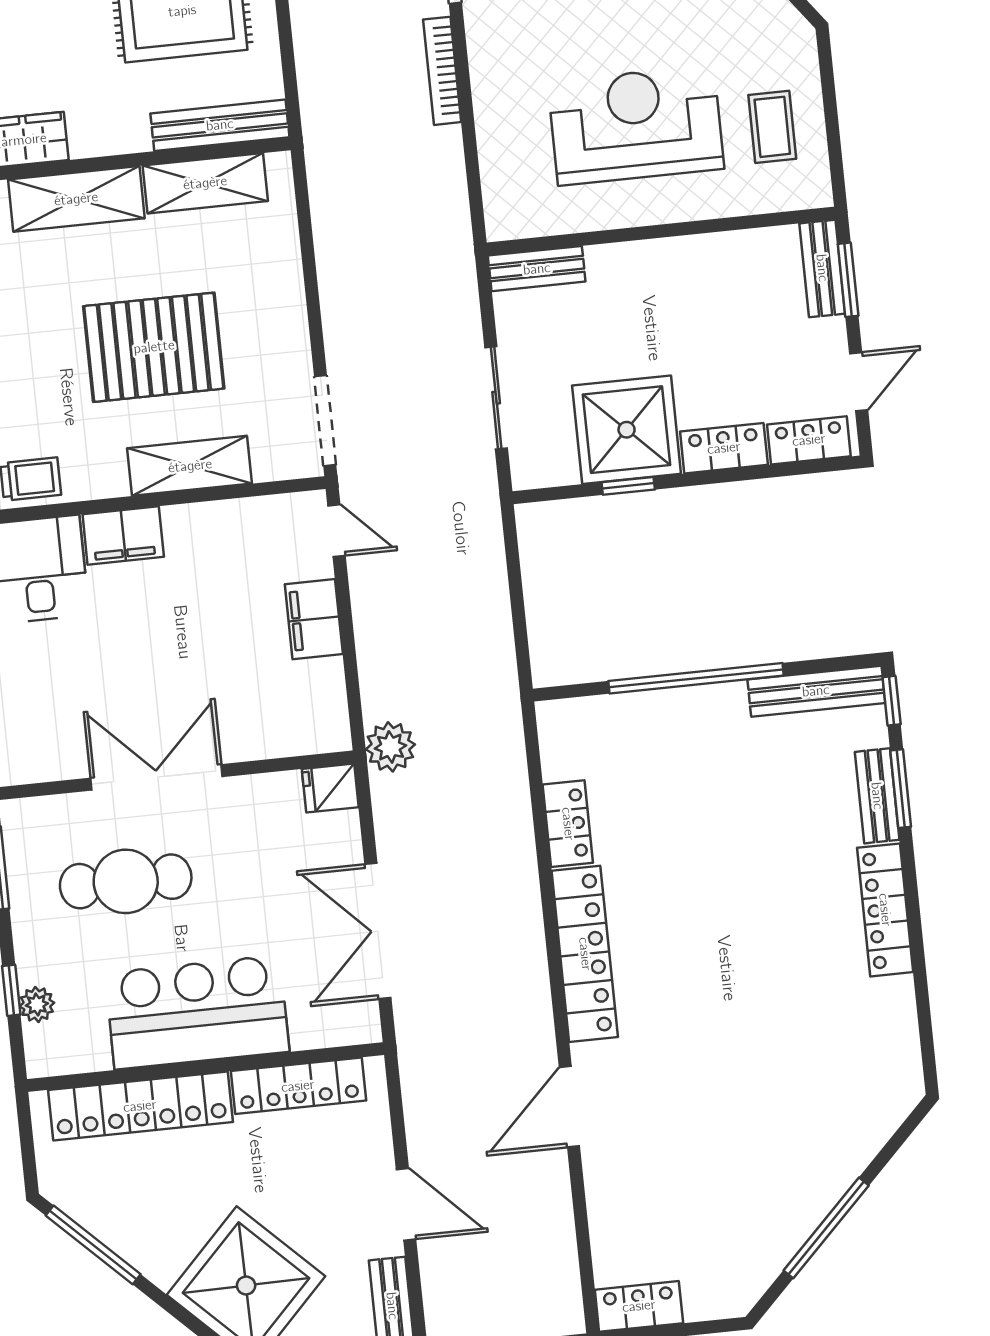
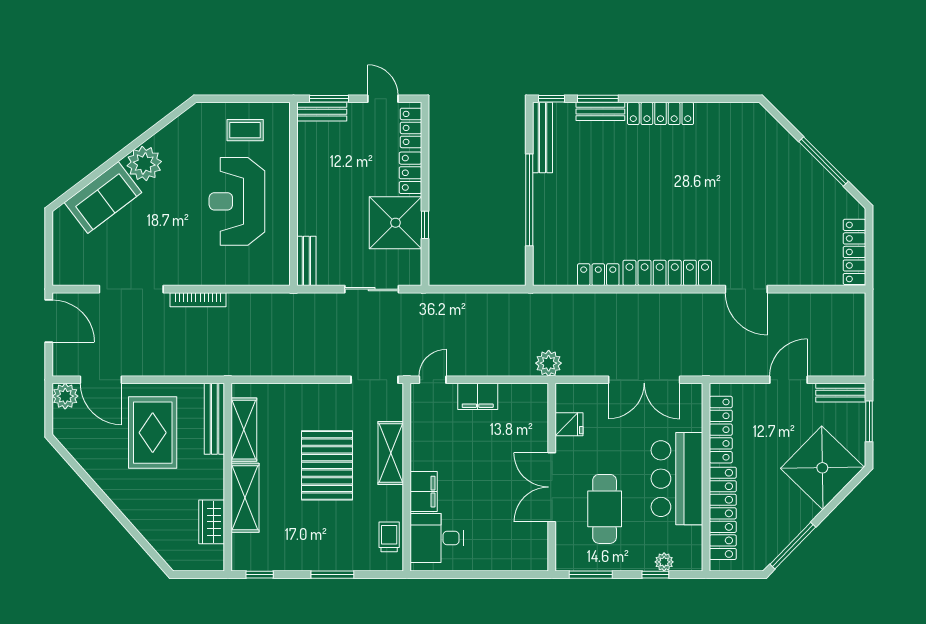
fridge: (330, 788) -> (569, 424), moved, turned -90
locker: (639, 1306) -> (854, 252), width x1.53

